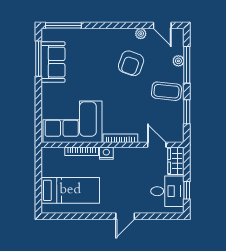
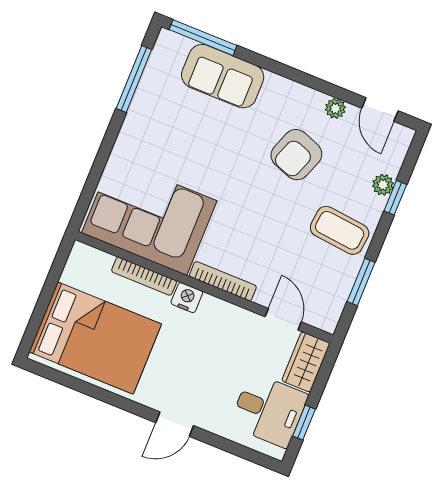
sofa: (53, 62) -> (223, 76), moved, turned 90
window: (187, 65) -> (395, 198), width x0.46
bed: (70, 190) -> (95, 338), width x1.50

